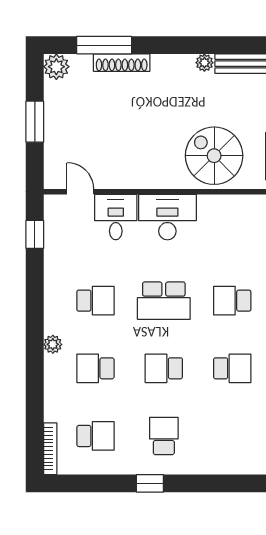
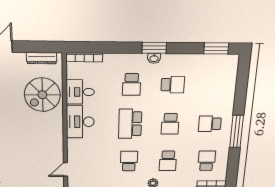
desk: (116, 217) -> (80, 92), moved
school desk: (164, 301) -> (130, 124), turned 180
school desk: (232, 368) -> (173, 85), turned 90
window: (150, 483) -> (237, 132), width x2.17

